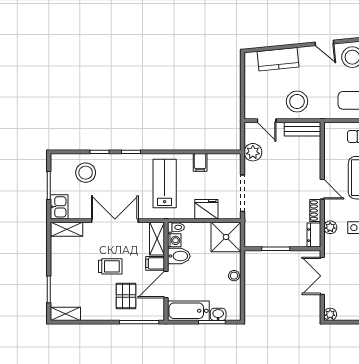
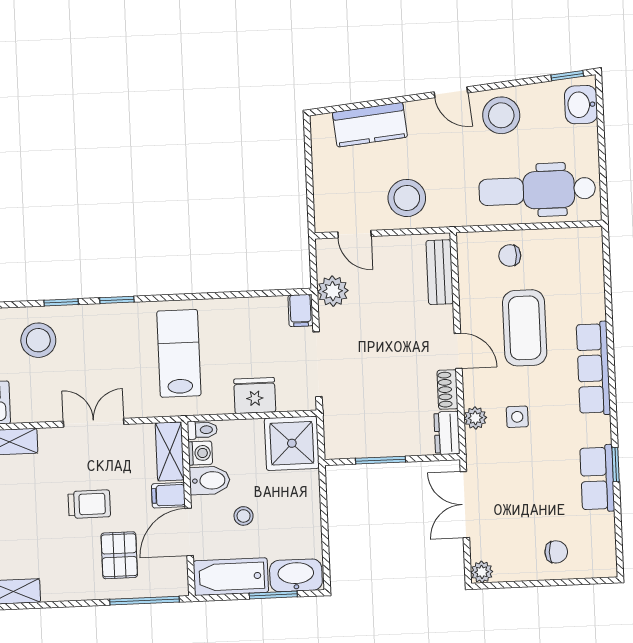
bench: (302, 129) -> (440, 272), moved, turned 90
filing cabinet: (200, 162) -> (300, 311), moved
double door: (115, 221) -> (94, 423), width x0.73
stool: (234, 276) -> (244, 516), moved
washbasin: (218, 314) -> (296, 575), width x1.91, depth x1.45

